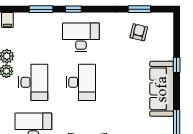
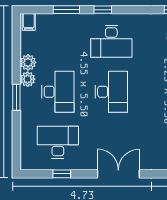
desk: (81, 37) -> (111, 41), turned 180

